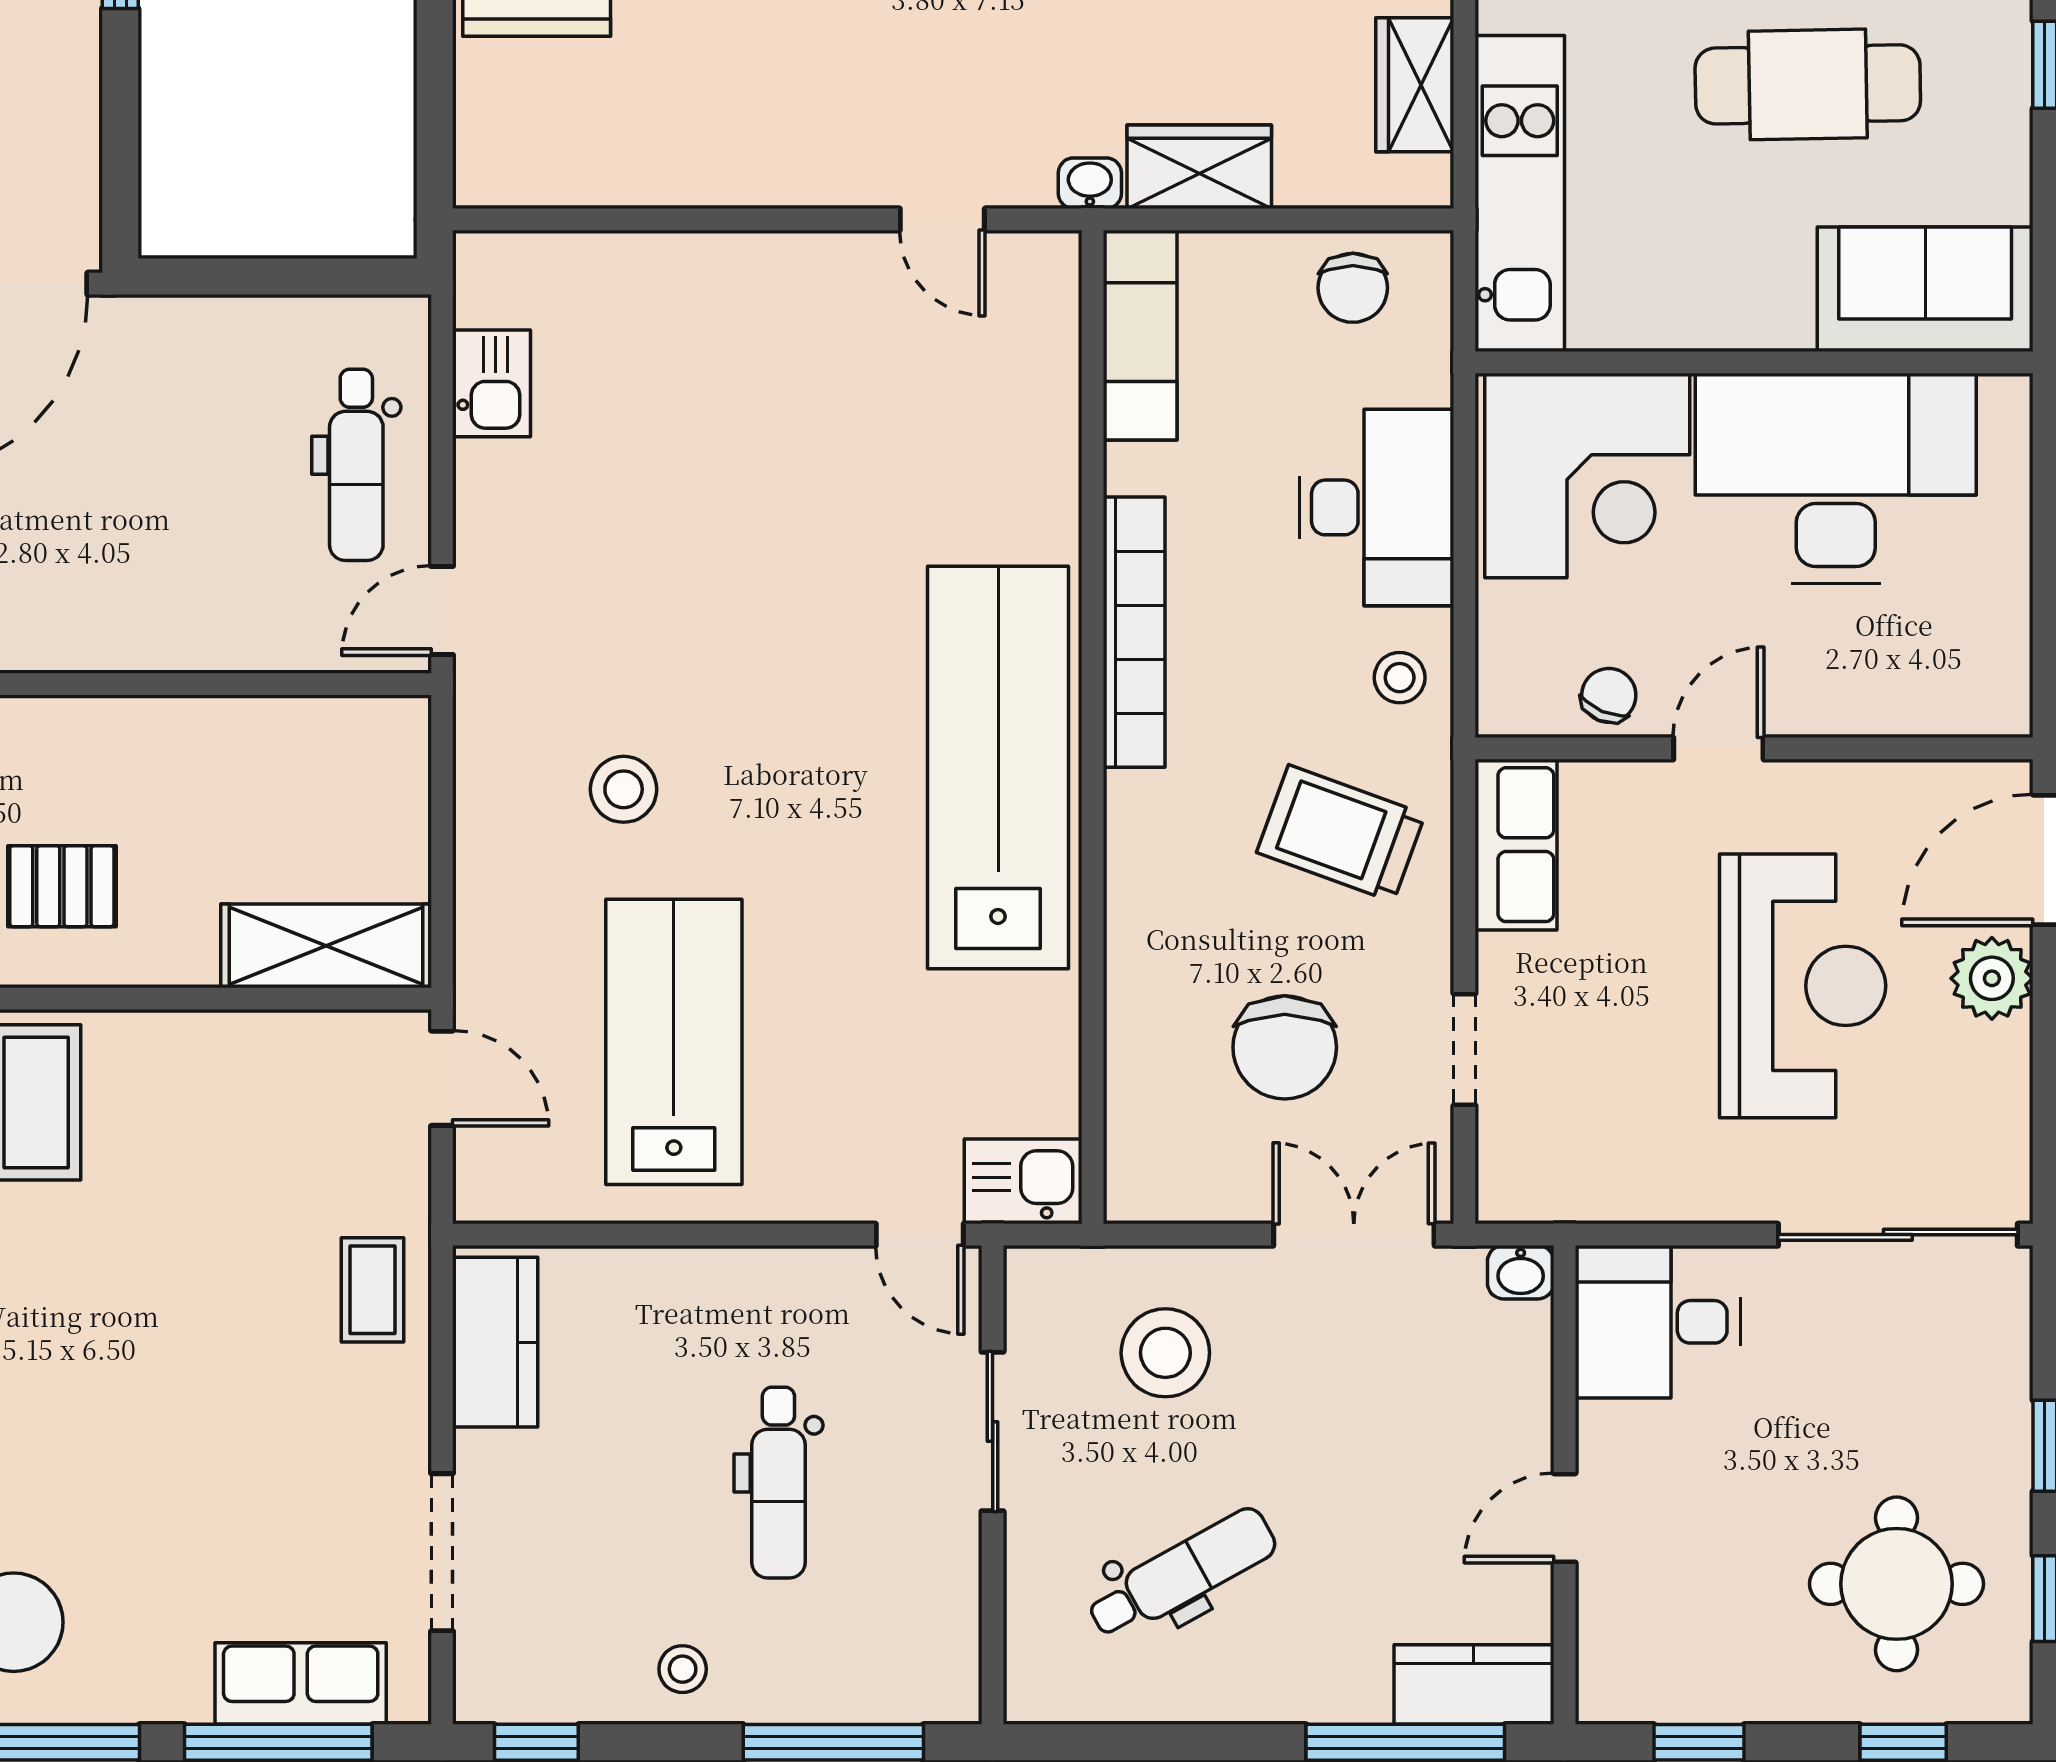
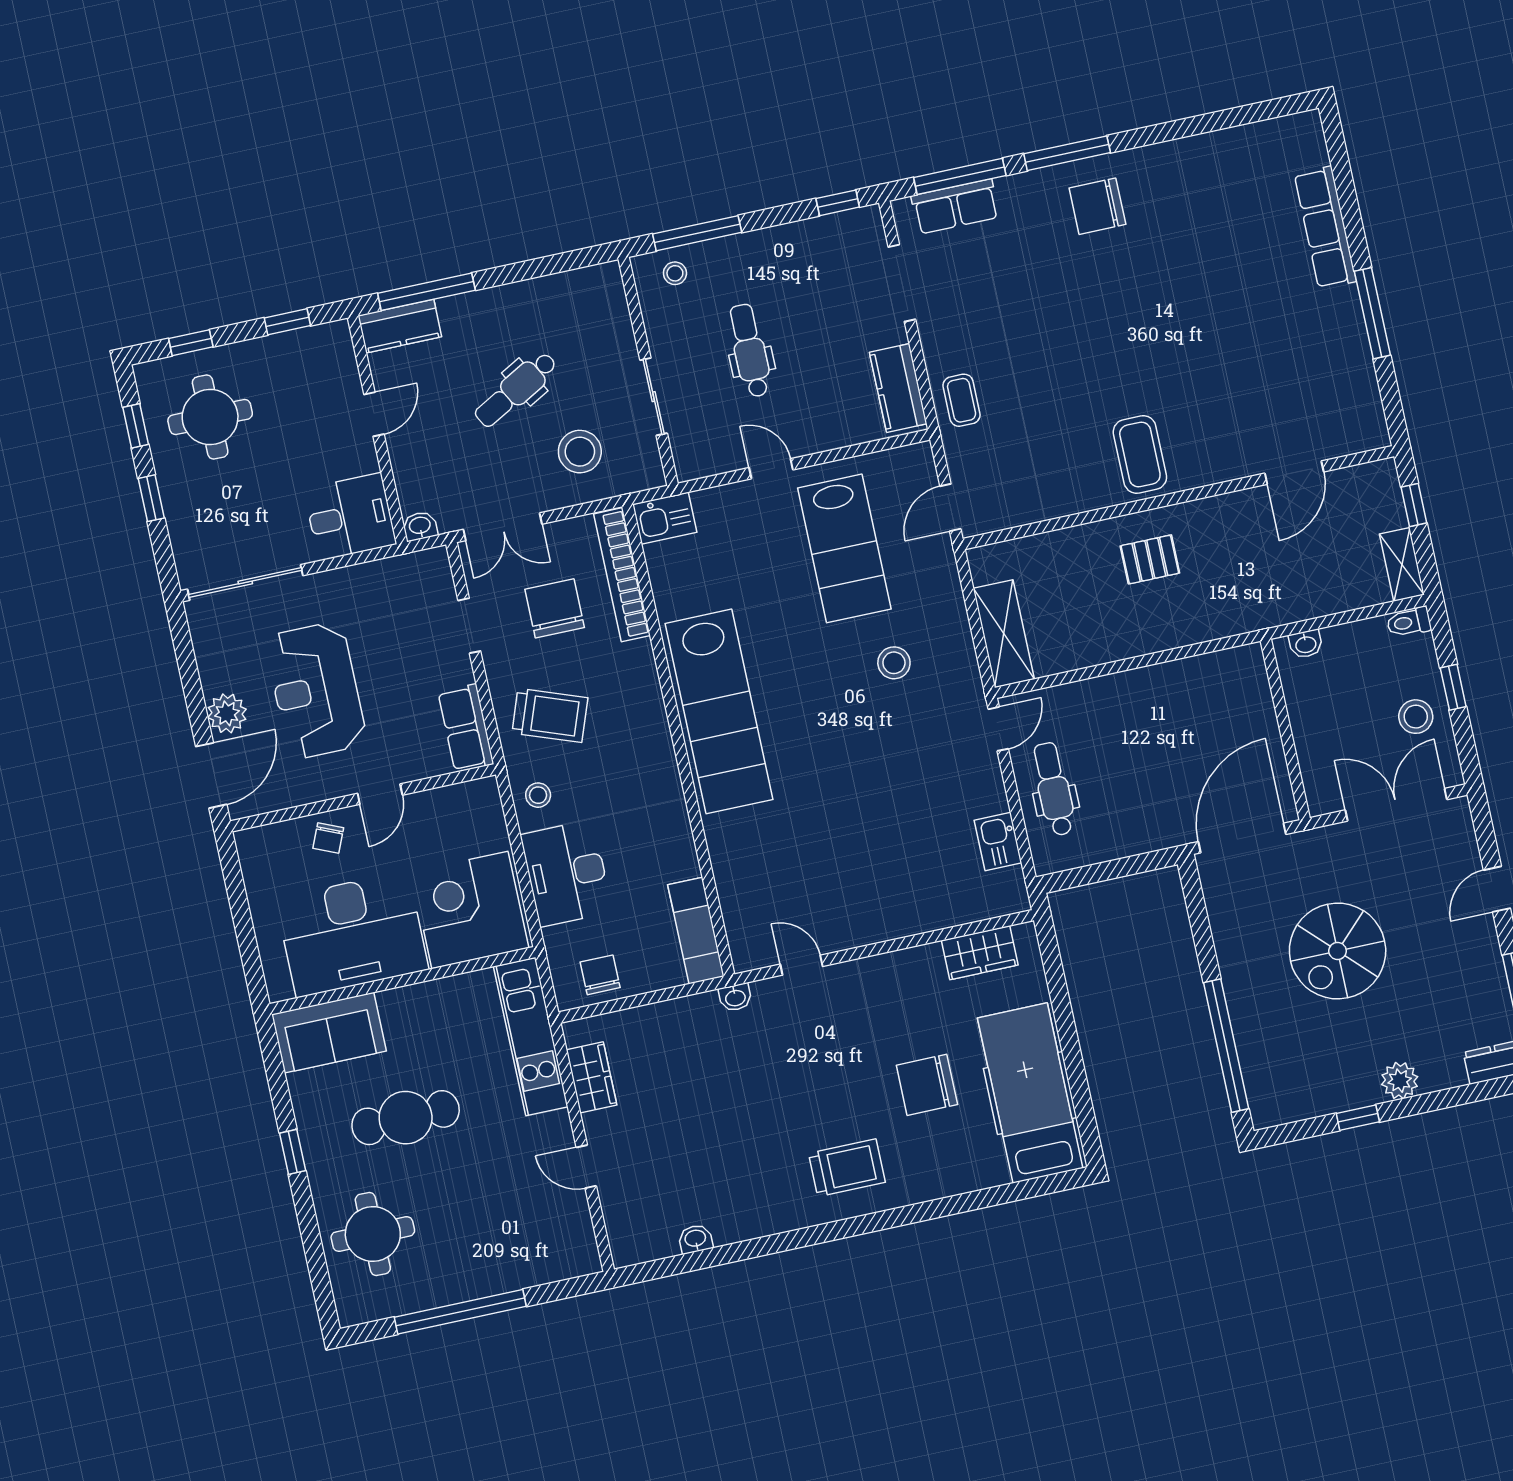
wardrobe: (1199, 167) -> (980, 953), moved
bookcase: (1134, 632) -> (622, 575), moved
chair: (1609, 695) -> (328, 838), moved
shelving: (326, 946) -> (1004, 634), moved, turned 90
door: (442, 1078) -> (950, 507), hinge flipped
door: (920, 1235) -> (771, 469), moved
dental chair: (1182, 1574) -> (516, 390), moved
stool: (683, 1669) -> (675, 273), moved

